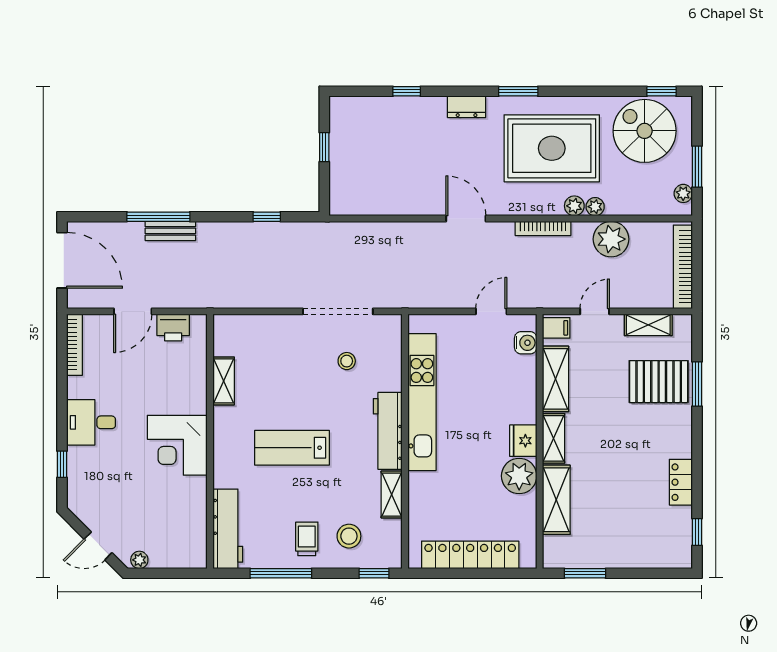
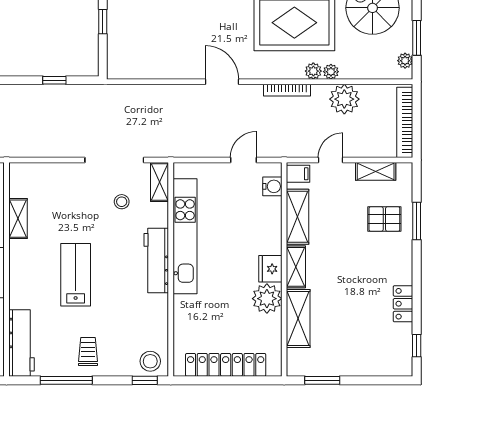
pallet: (659, 382) -> (384, 219), width x0.67, depth x0.71
lab bench: (292, 448) -> (76, 275), turned 90
shelving: (392, 495) -> (160, 182), moved
stool: (349, 536) -> (150, 361), moved

